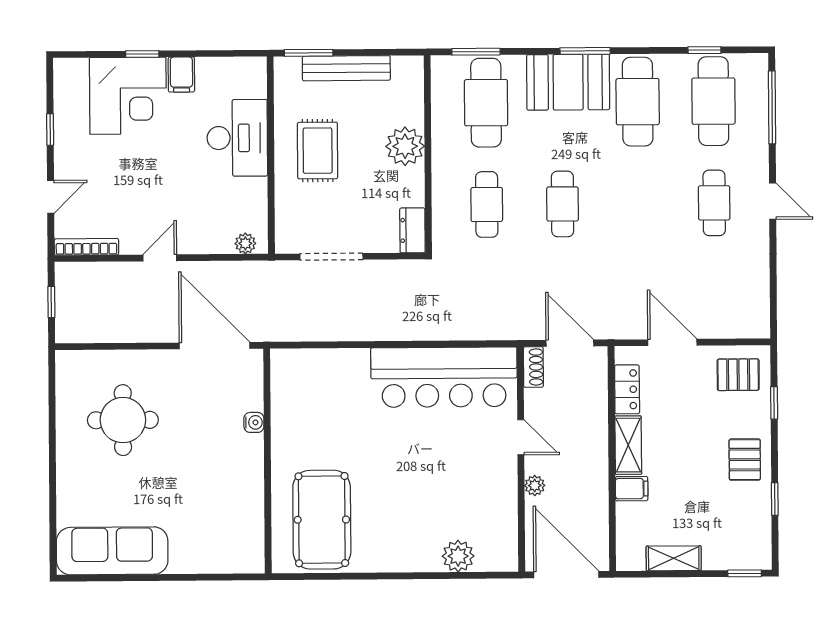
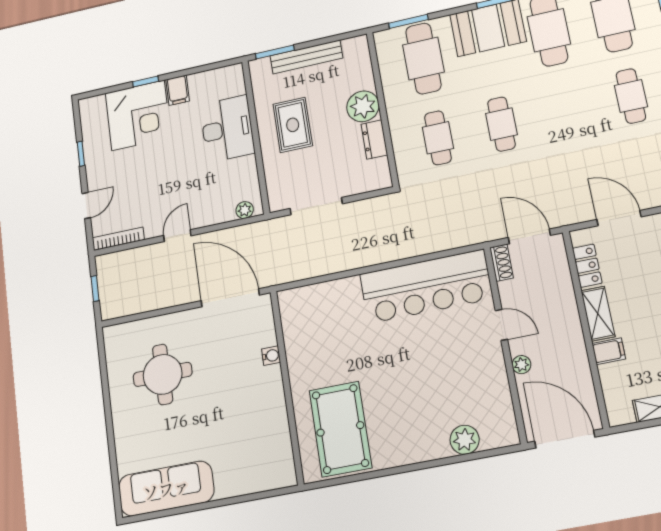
dresser: (412, 230) -> (374, 140), moved

